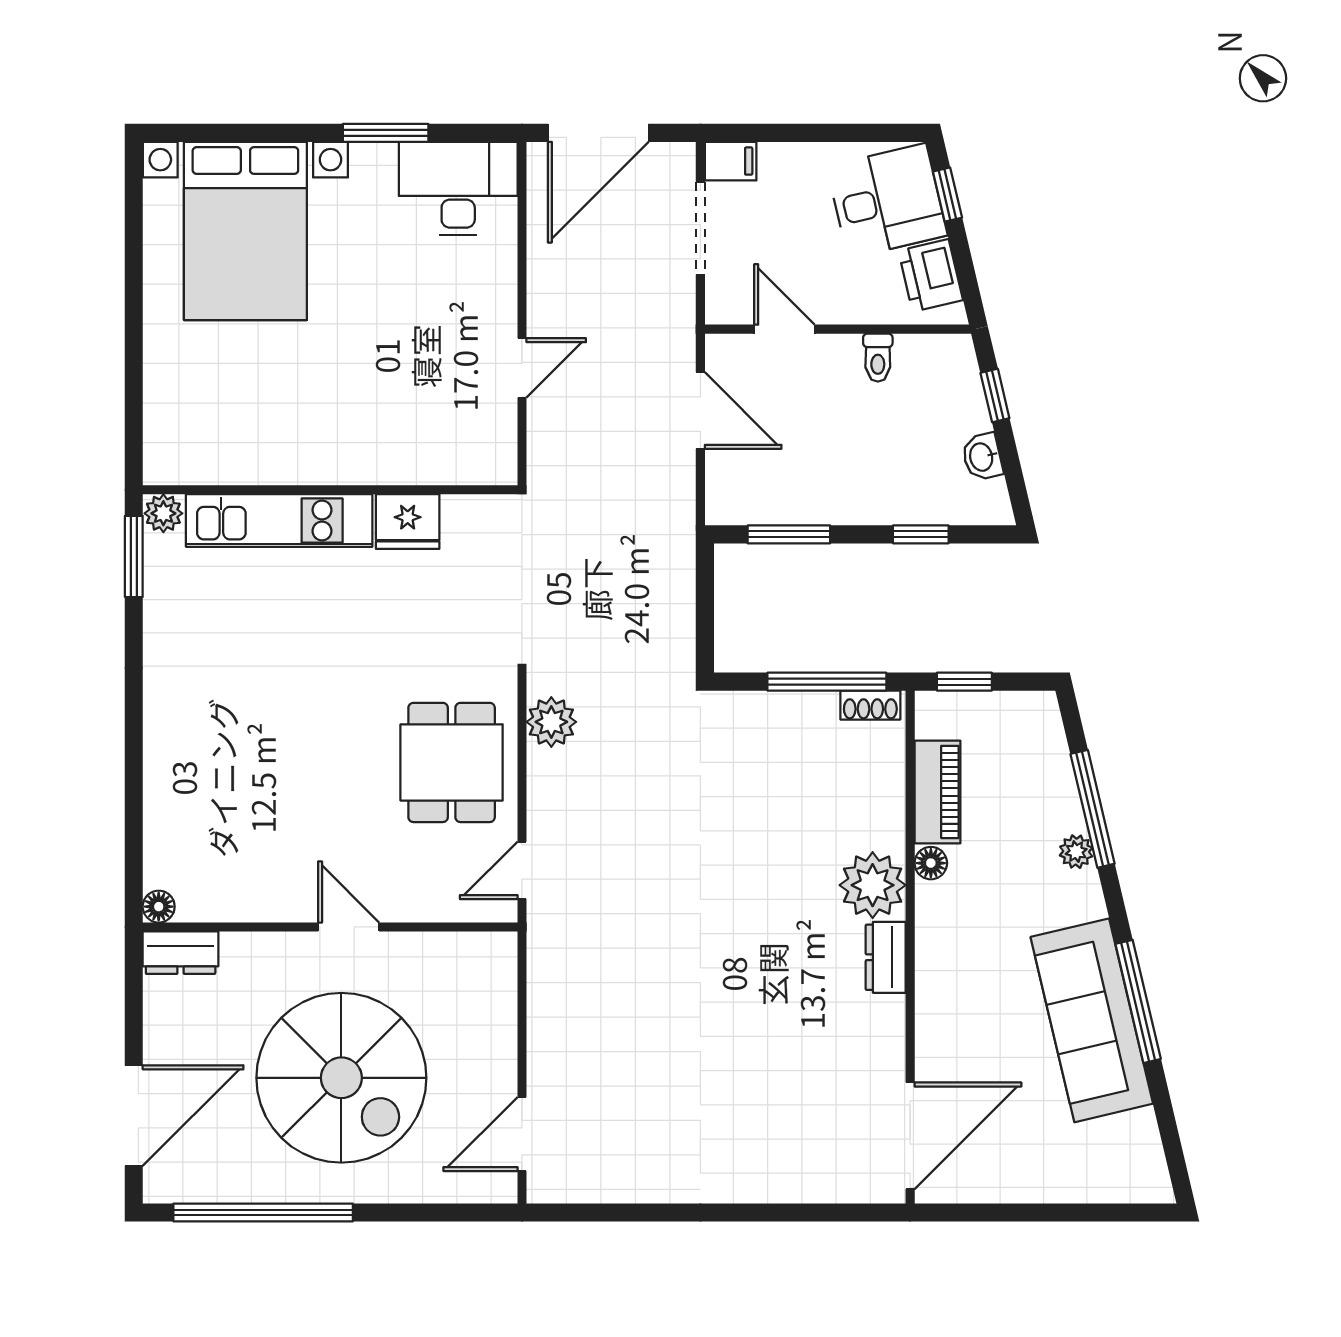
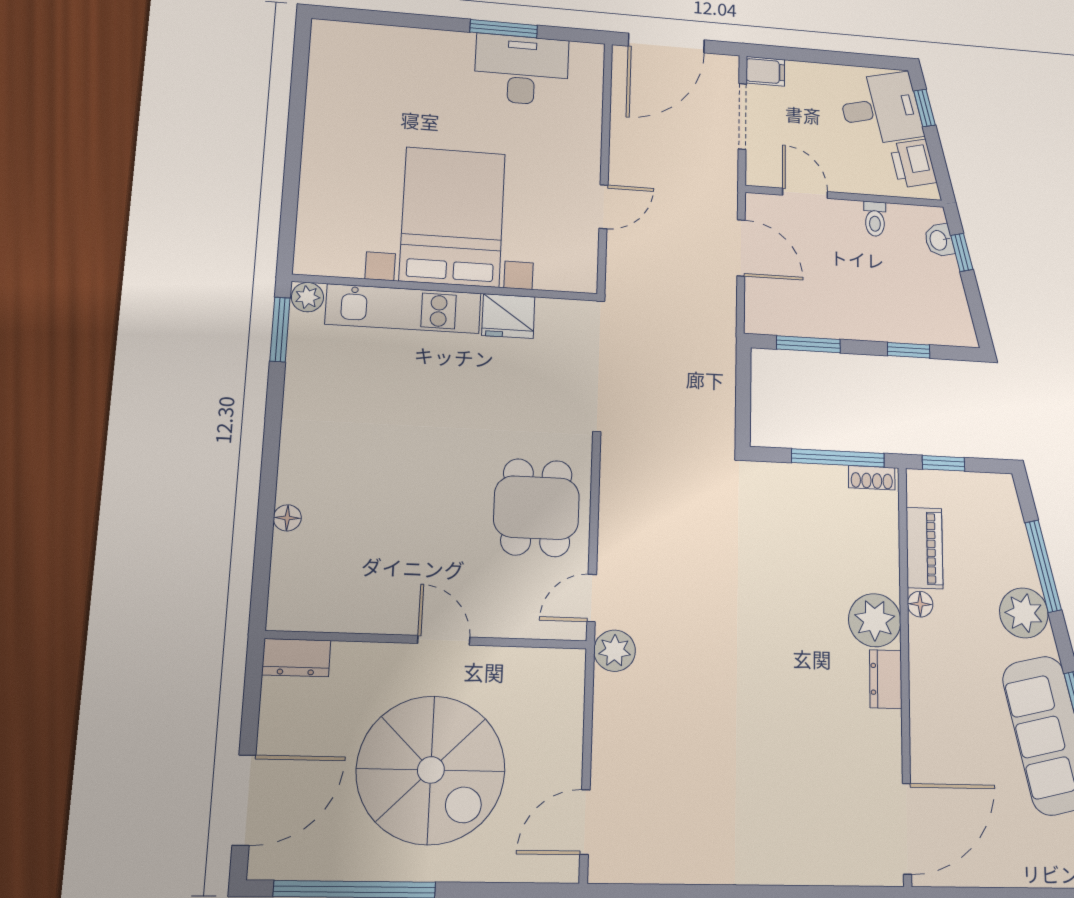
desk: (458, 188) -> (522, 70), moved
bed with nightstands: (245, 231) -> (453, 217), moved, turned 180
washbasin: (982, 457) -> (939, 240), moved
plant: (551, 722) -> (615, 651), moved
plant: (1076, 852) -> (1024, 613), width x1.88, depth x1.88
floor lamp: (159, 907) -> (287, 518), moved

